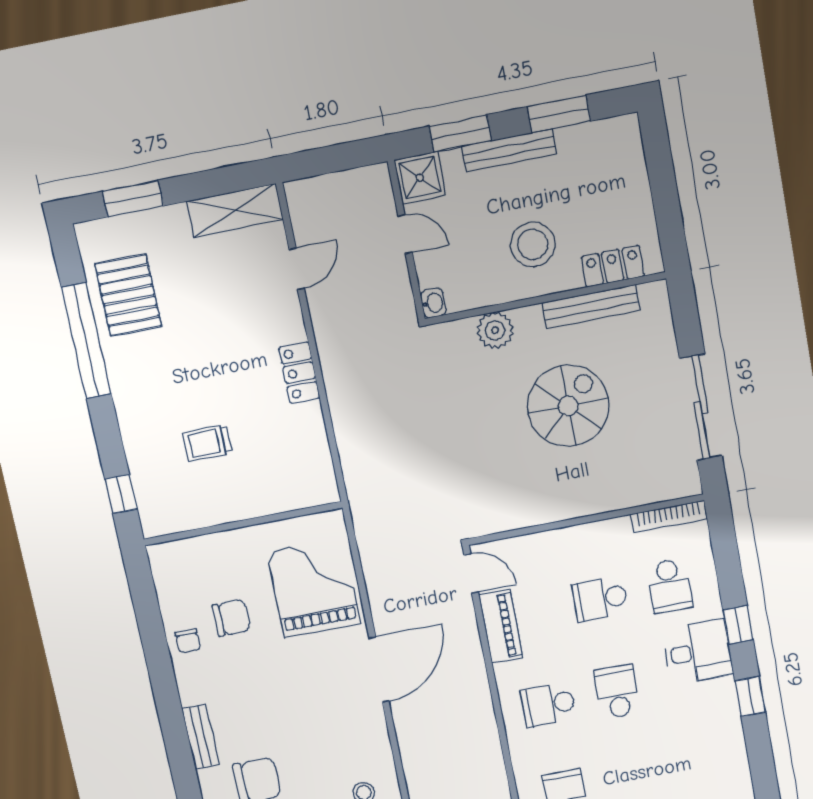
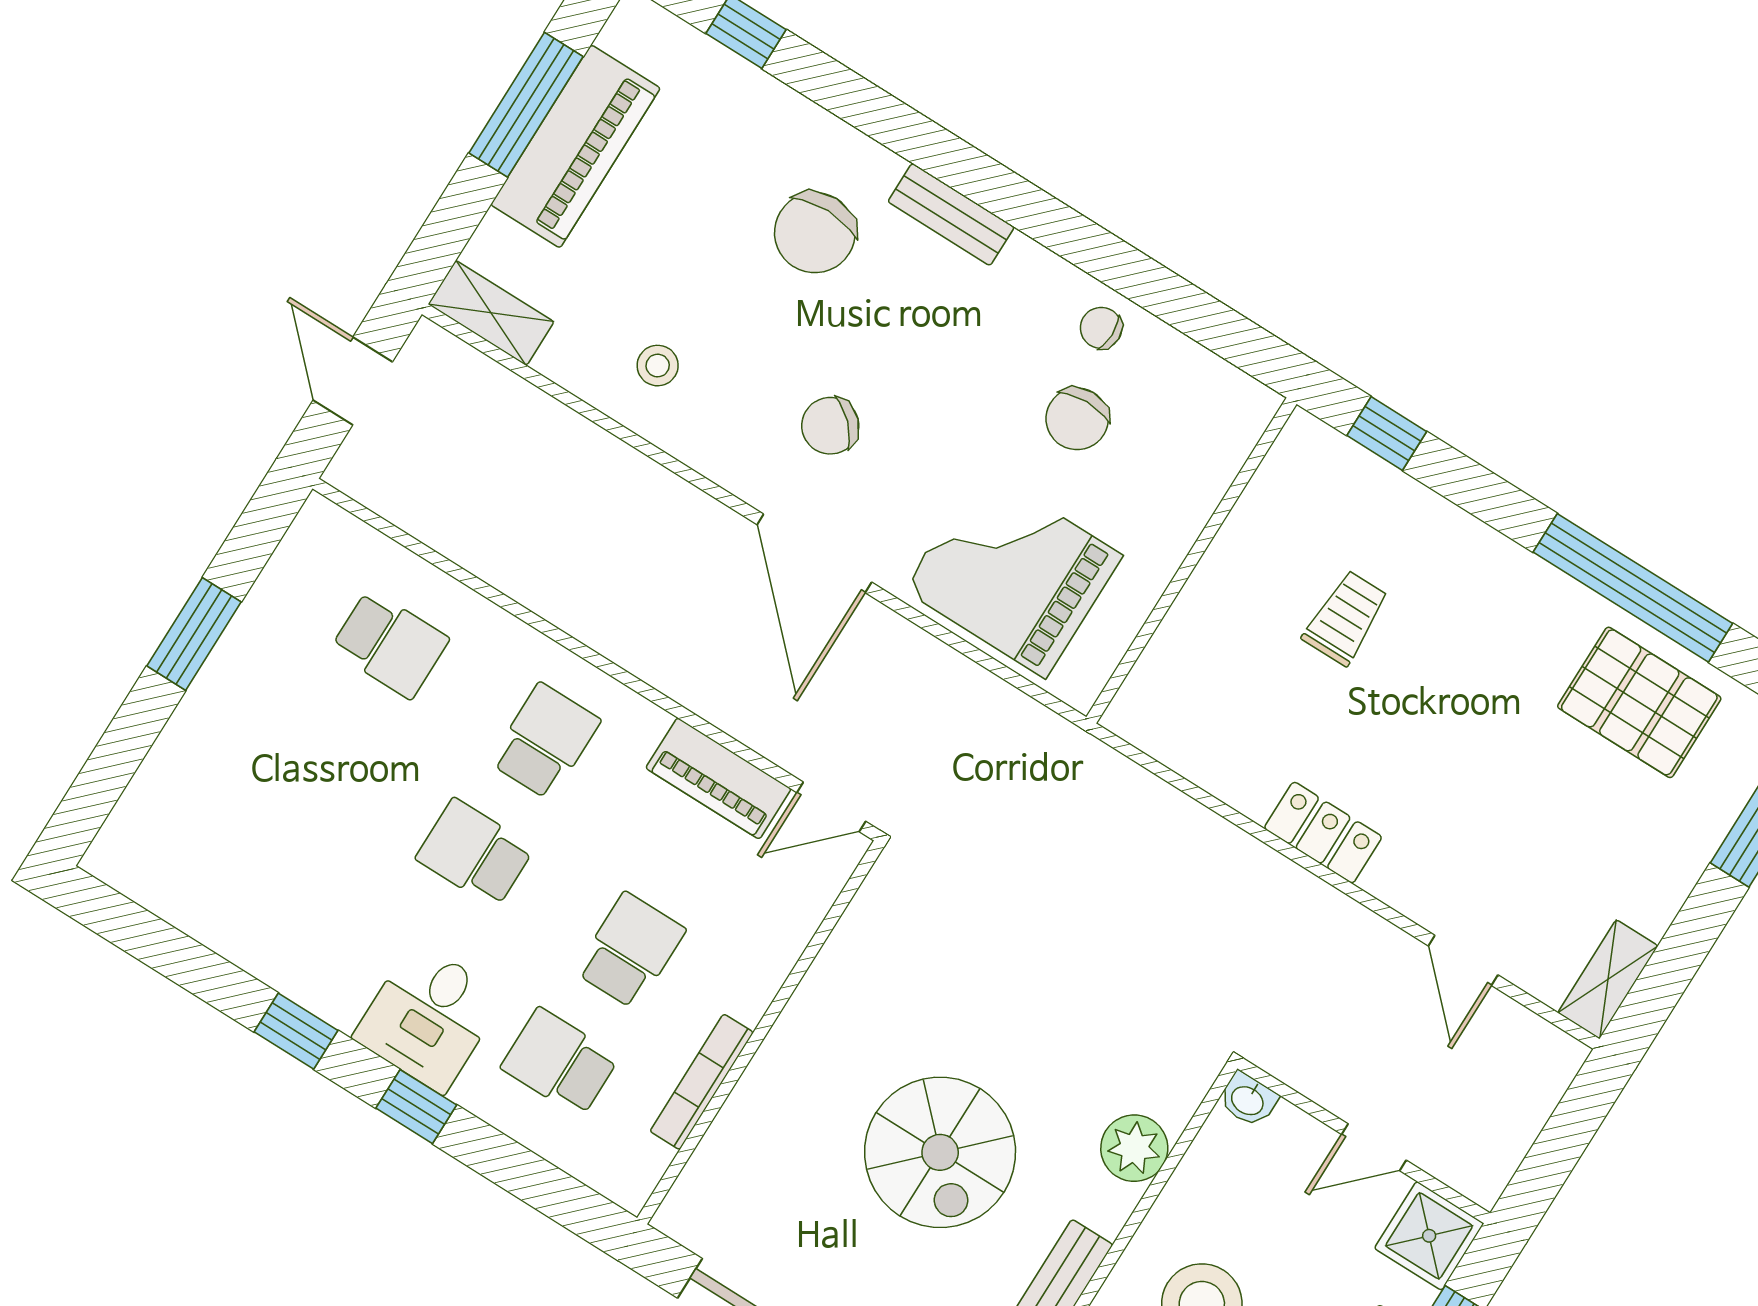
shelving: (235, 210) -> (1608, 979), width x0.67, depth x0.75
bookcase: (669, 516) -> (702, 1082), moved
grand piano: (314, 588) -> (1013, 572), turned 180
school desk: (617, 692) -> (475, 853), turned 180
chair: (324, 708) -> (830, 426), added

